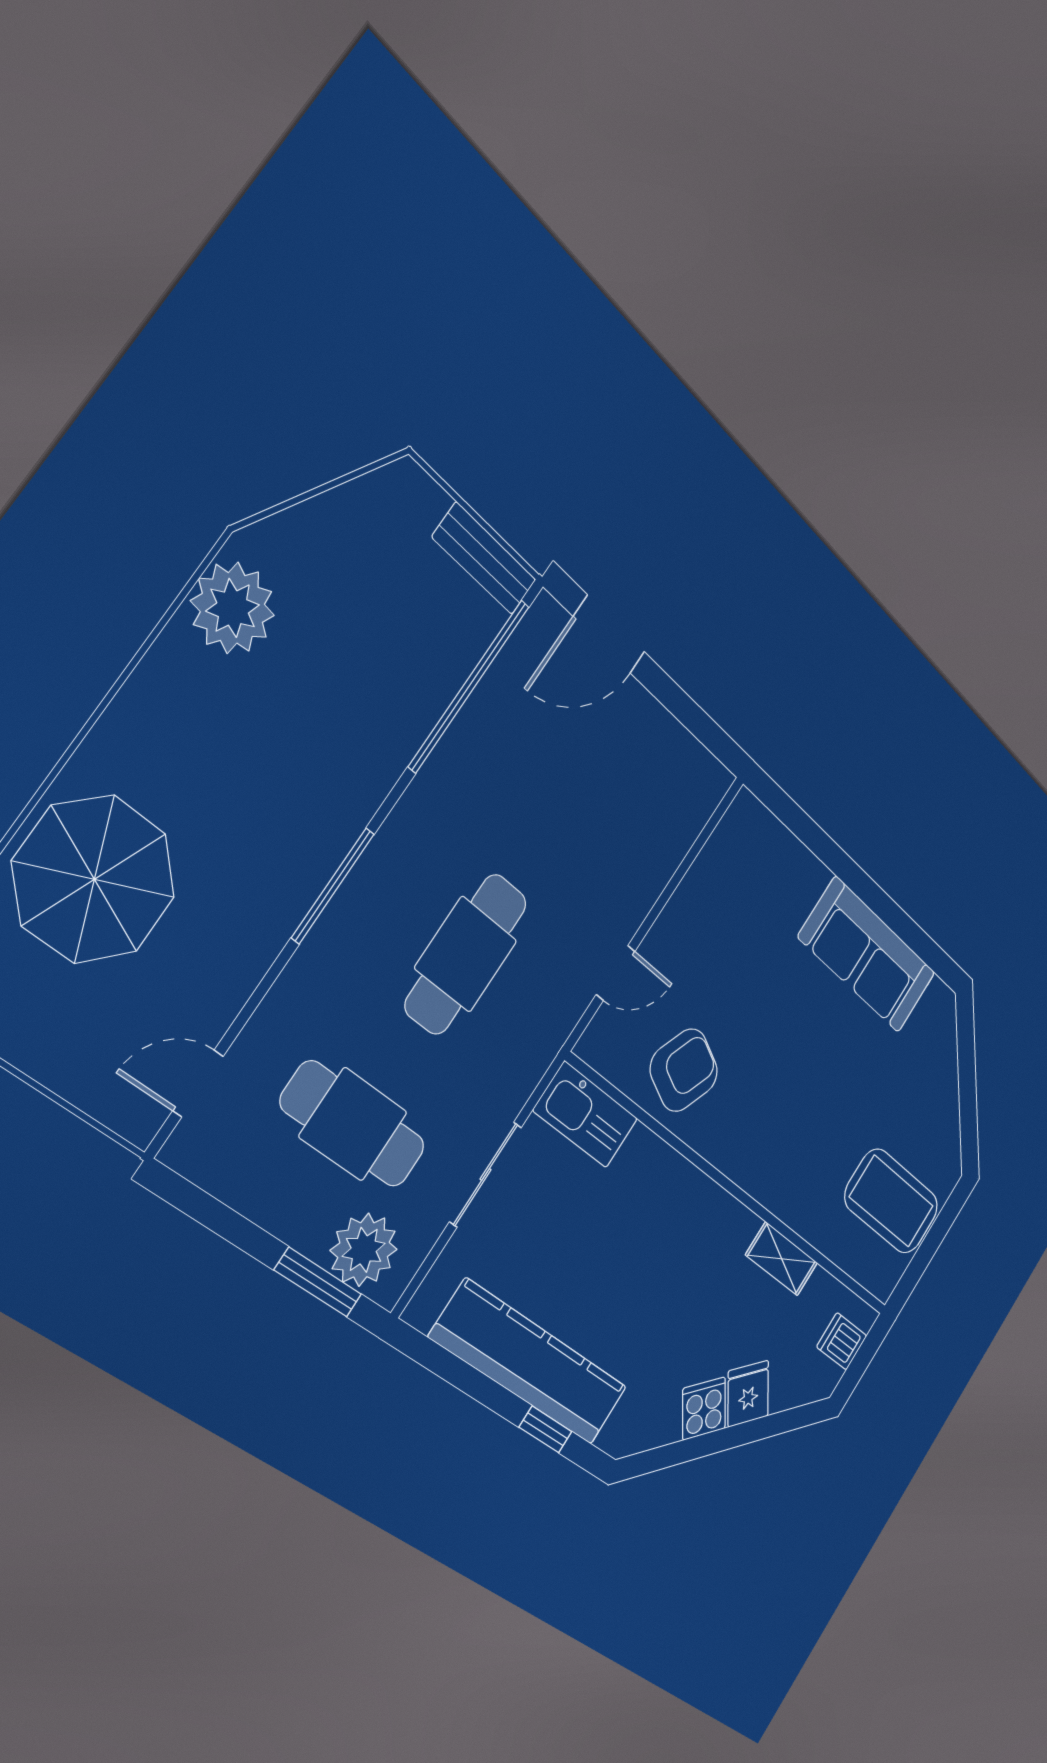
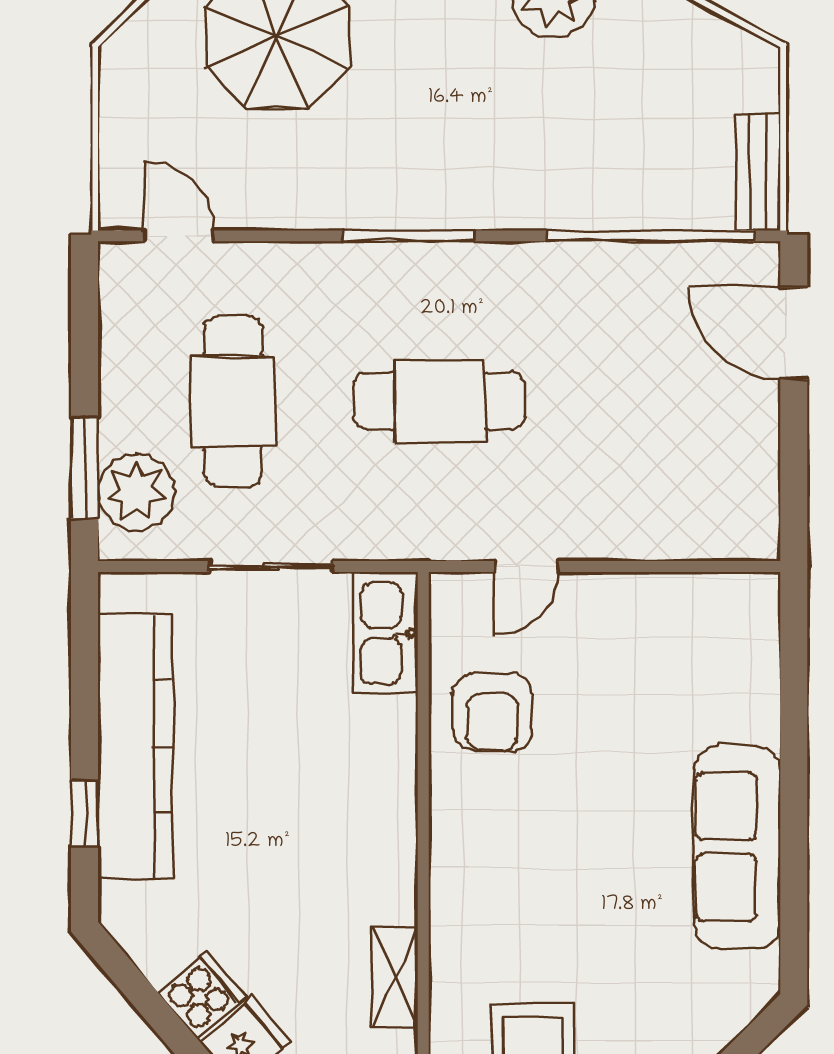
door: (616, 973) -> (526, 566), hinge flipped
armchair: (684, 1070) -> (492, 712), turned 66

